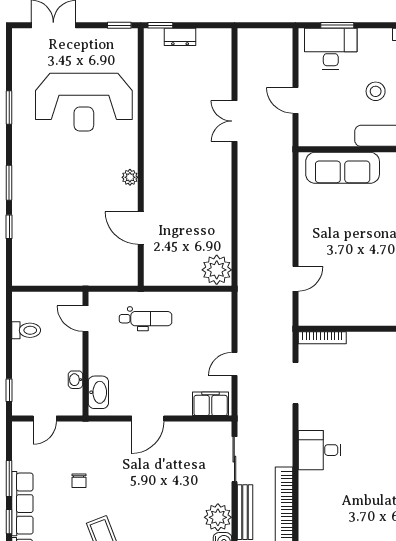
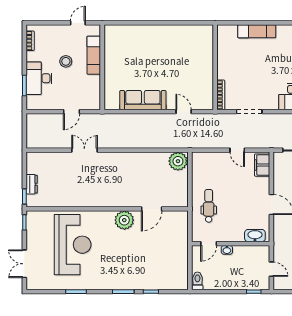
desk: (331, 49) -> (39, 78), moved
double door: (234, 121) -> (84, 150), swing flipped
sofa: (343, 168) -> (143, 100), moved, turned -90
plant: (130, 177) -> (124, 220), width x1.88, depth x1.88
toilet: (26, 330) -> (197, 281), moved
washbasin: (75, 380) -> (227, 250), moved

